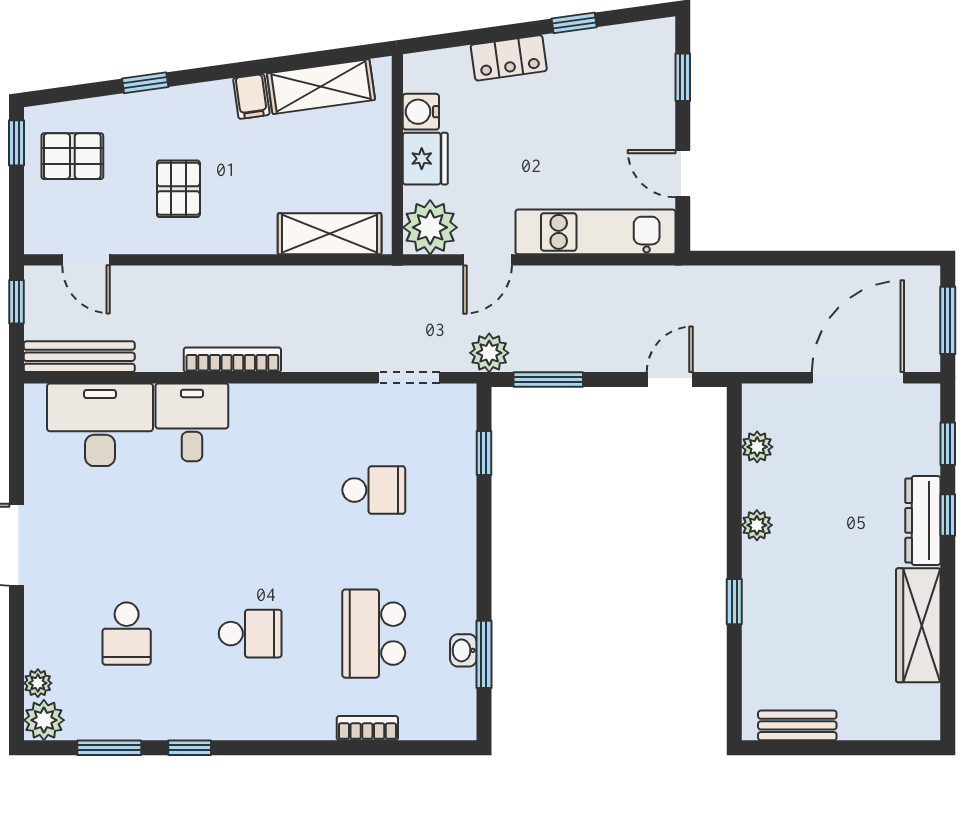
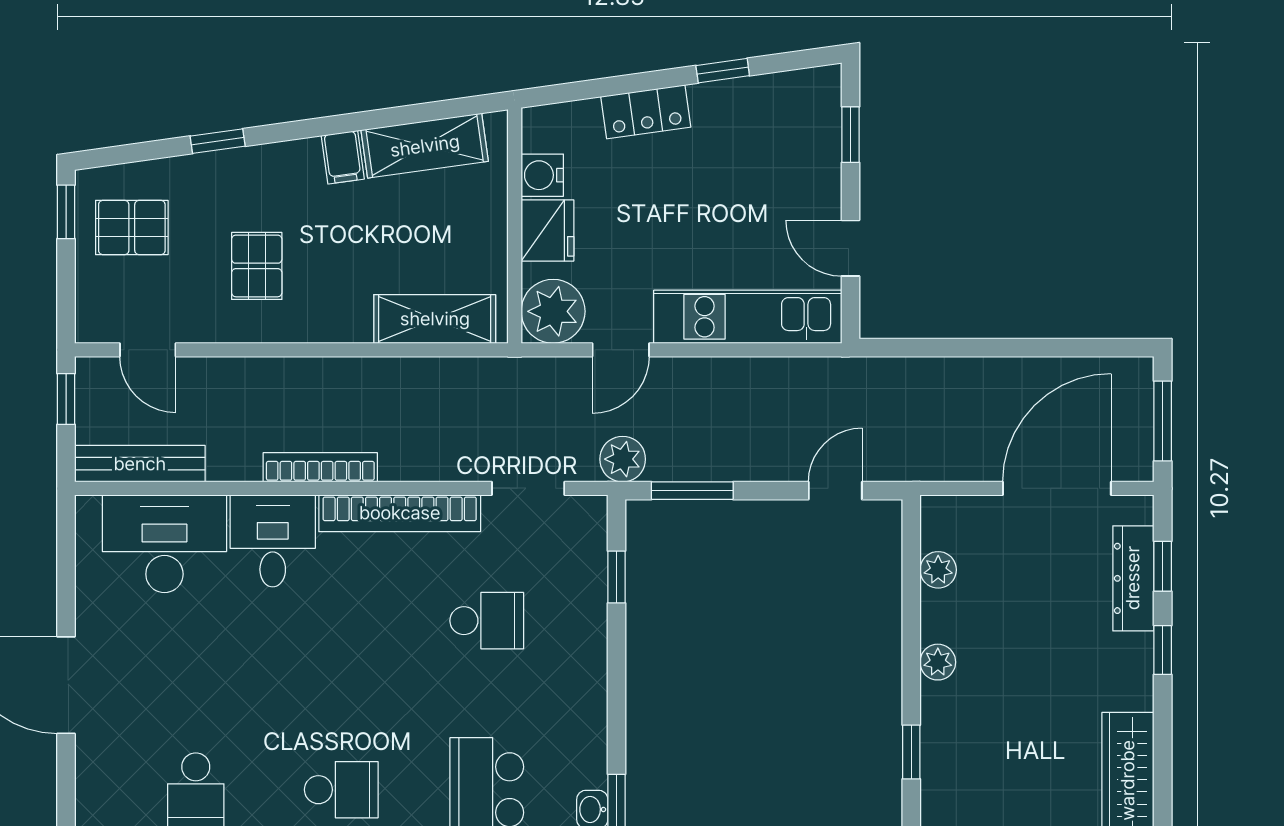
bookcase: (300, 399) -> (400, 513), added
dresser: (923, 520) -> (1133, 578), moved

